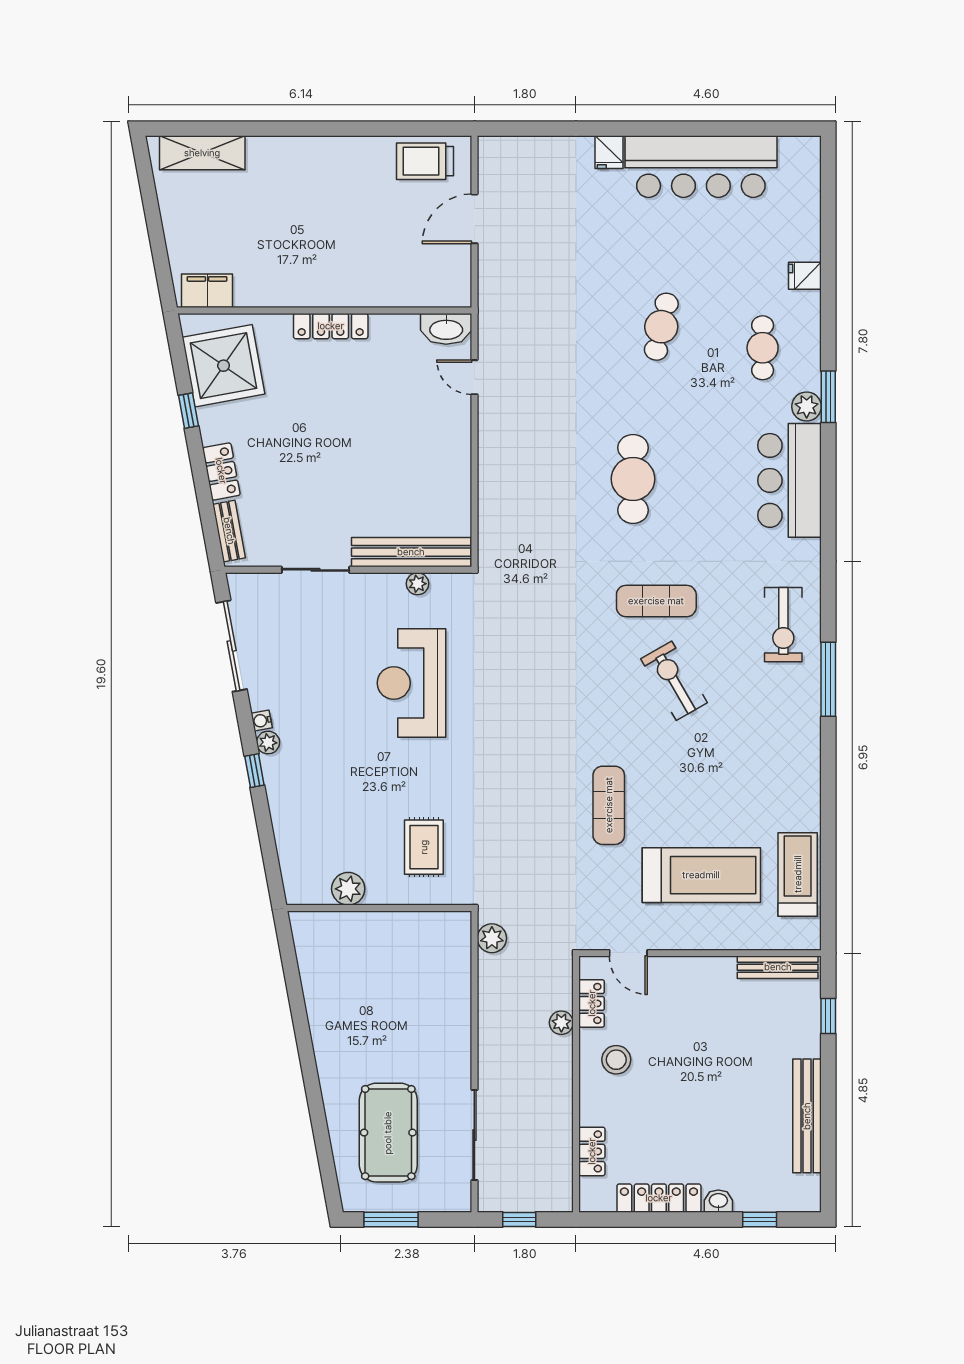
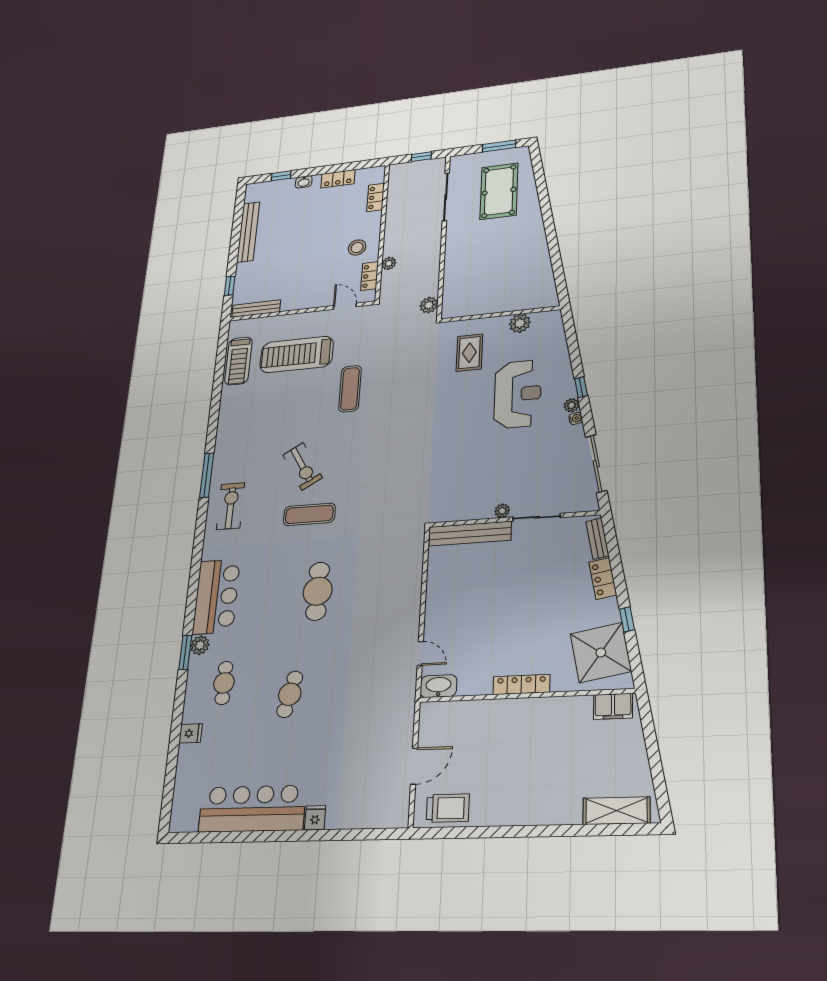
plant: (417, 584) -> (502, 511), moved
reception desk: (411, 683) -> (518, 394), moved
locker: (659, 1198) -> (338, 179), width x0.66

